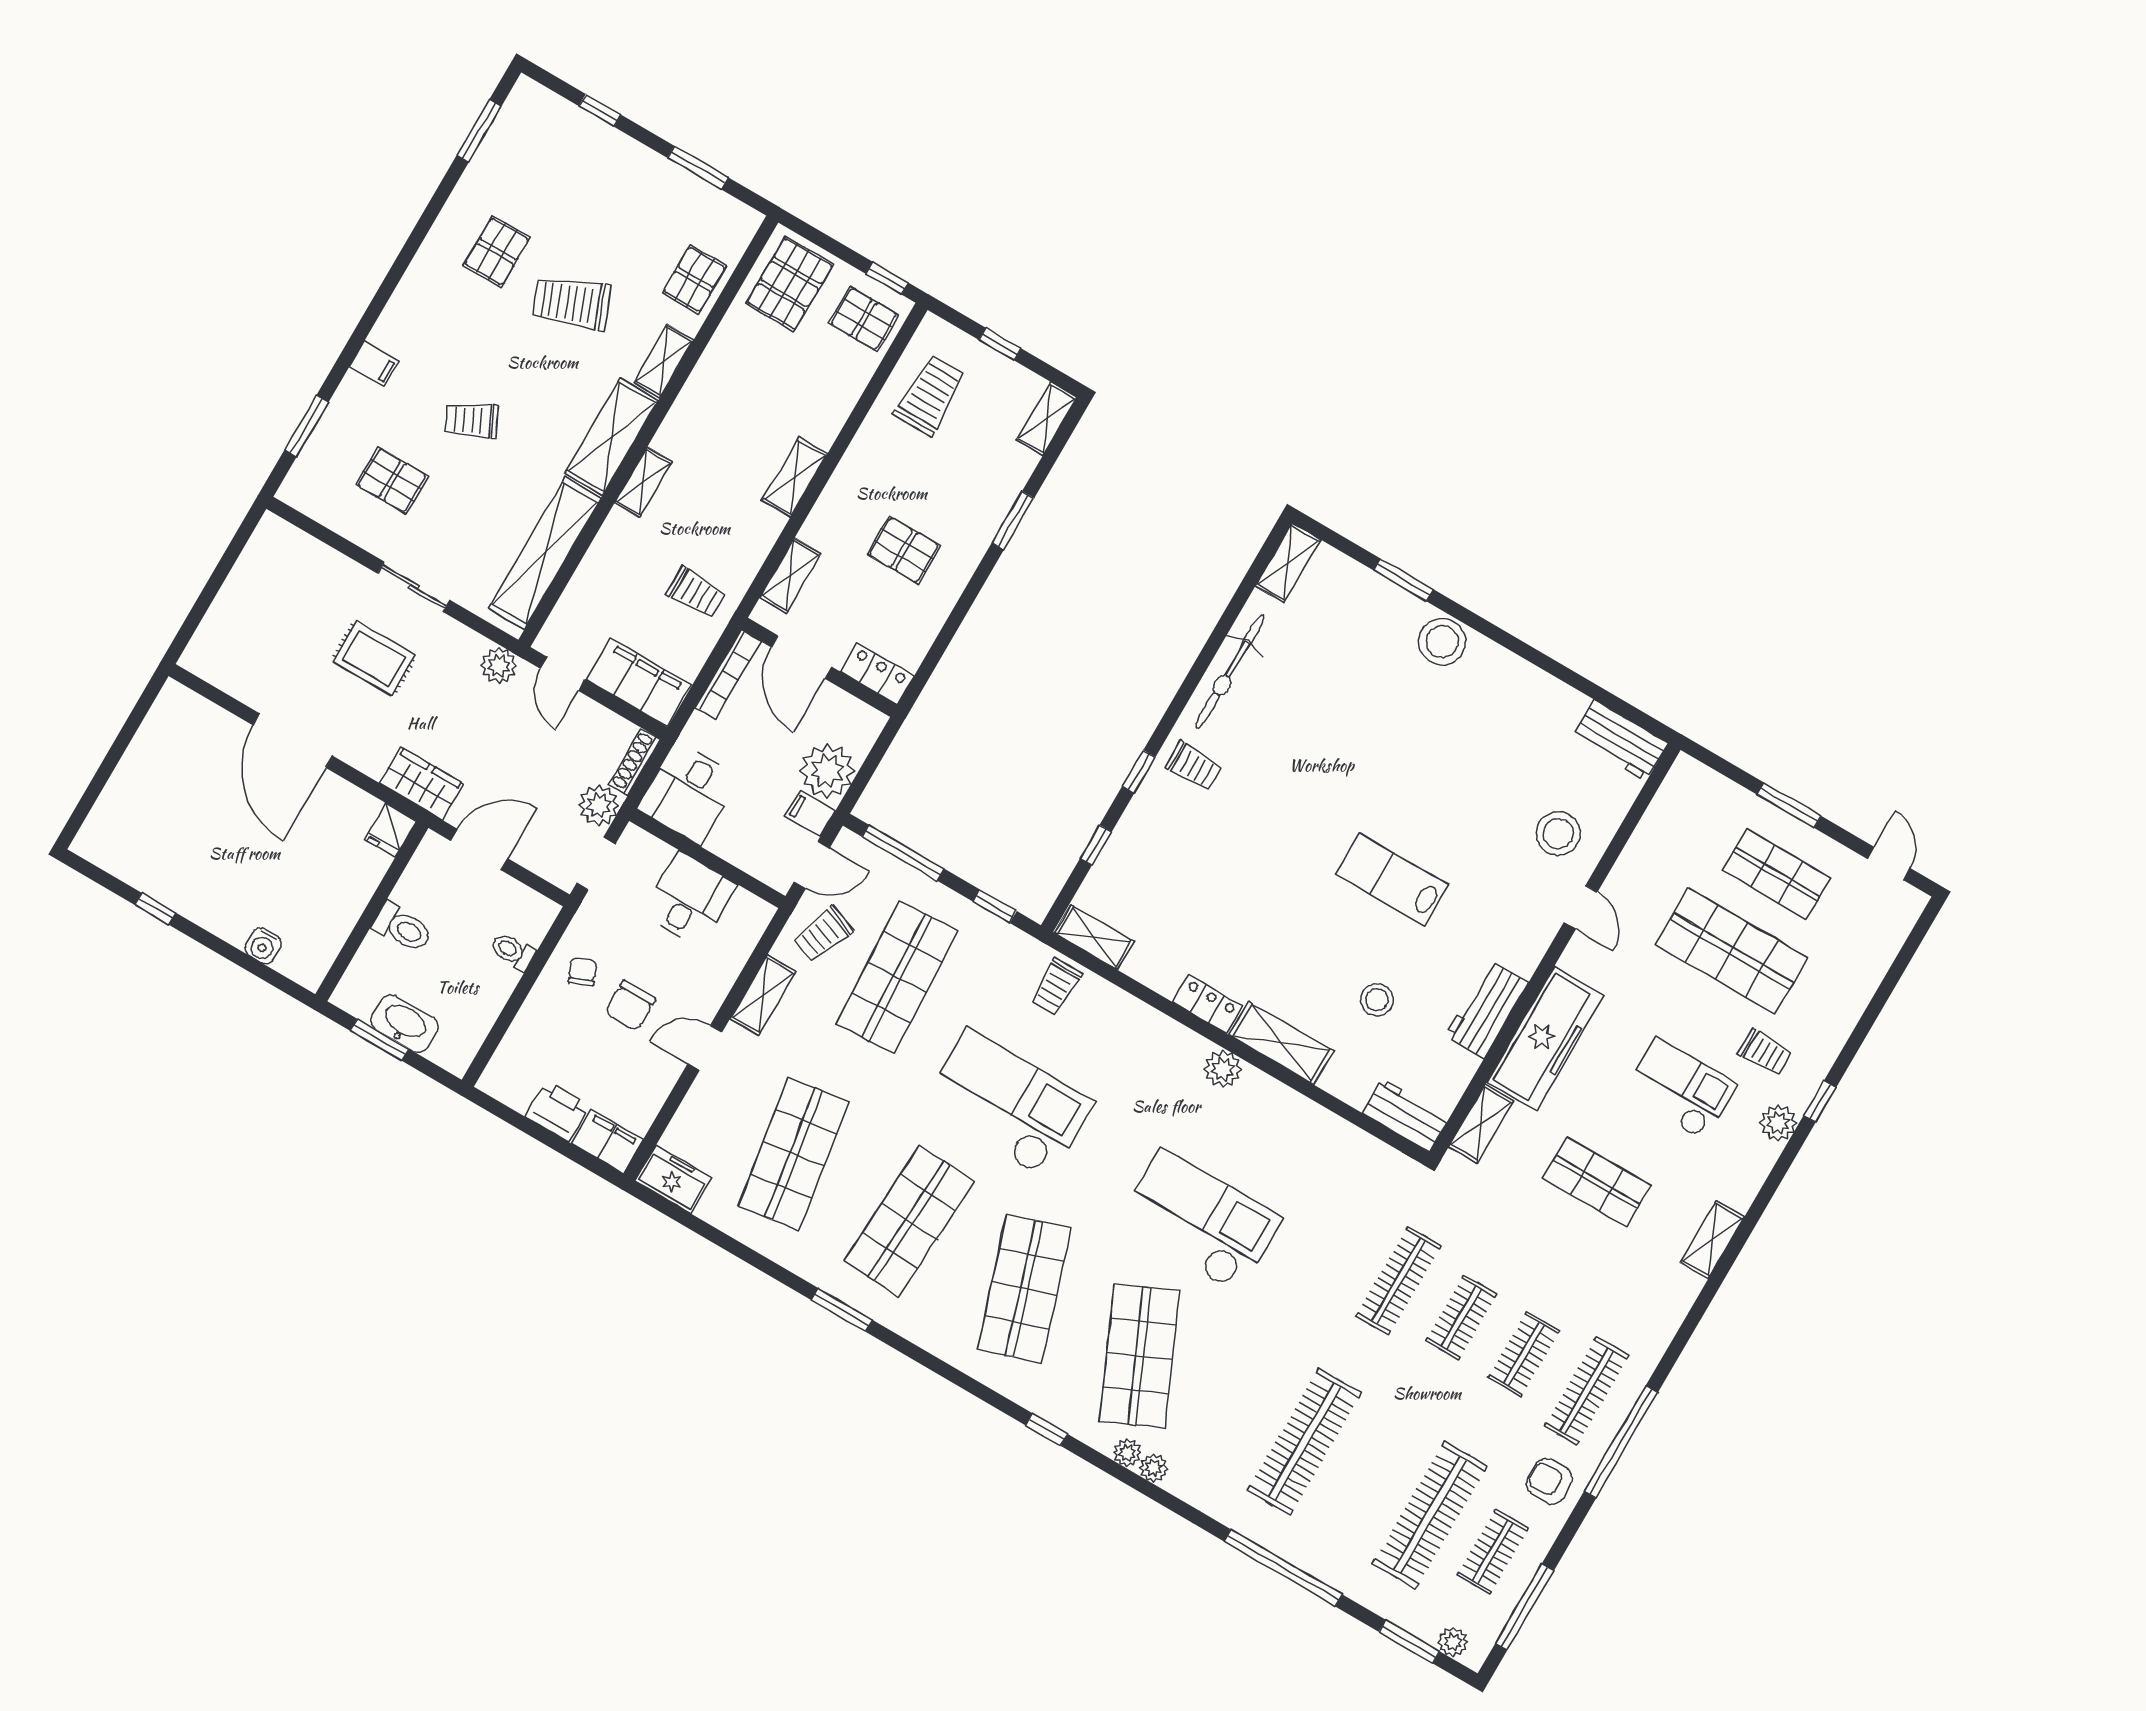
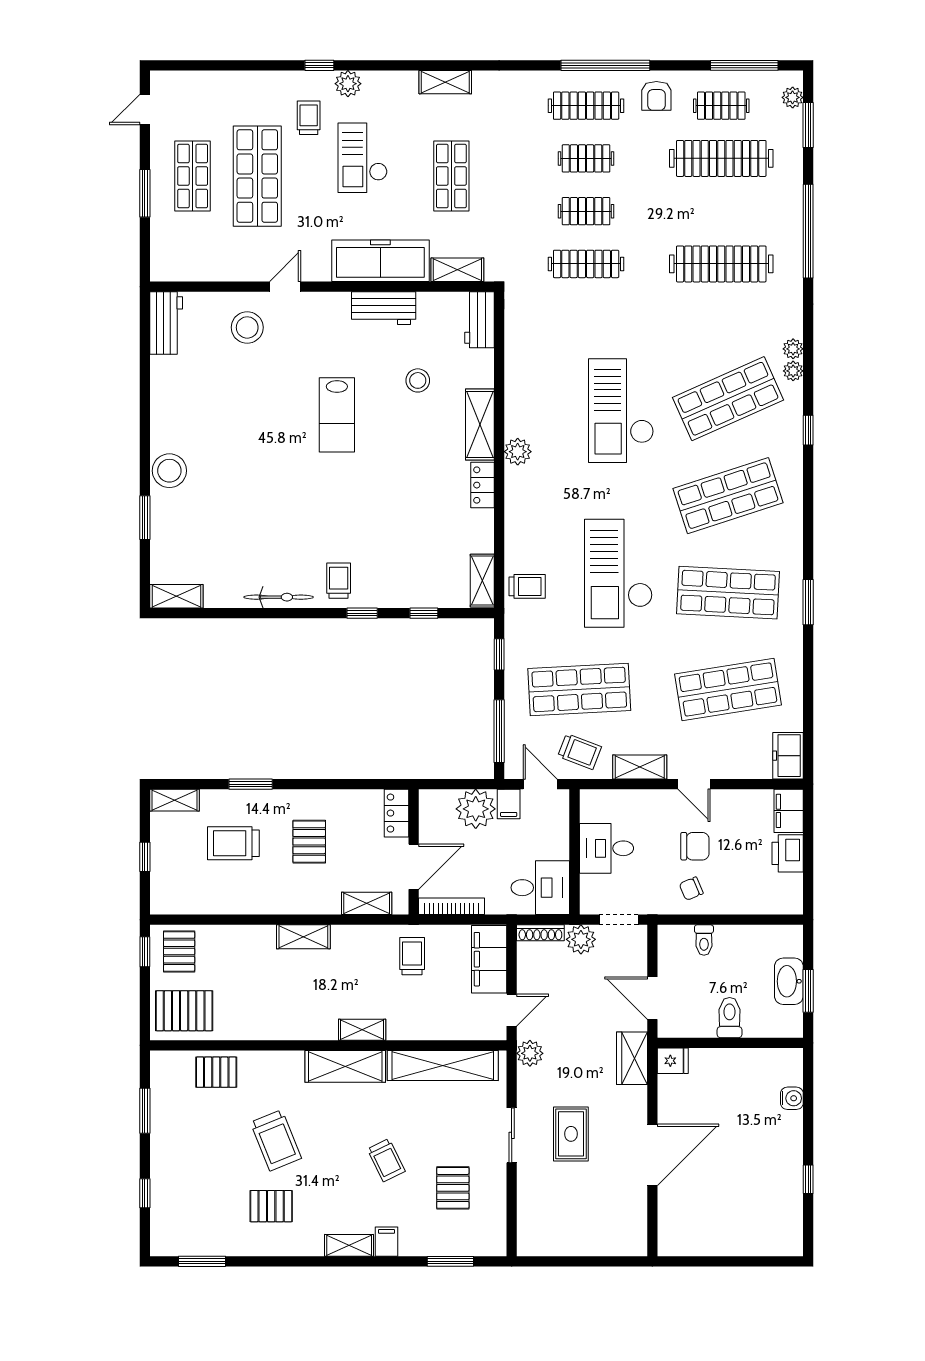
shelving: (664, 361) -> (349, 1245), moved
trolley: (930, 395) -> (233, 843), moved
bicycle: (1230, 671) -> (279, 597), width x0.73, depth x0.71

